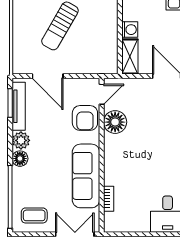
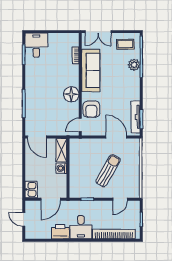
armchair: (85, 118) -> (91, 109), turned 180
floor lamp: (115, 122) -> (71, 94), moved
plant: (21, 140) -> (134, 65), moved
floor lamp: (20, 159) -> (135, 82), removed

